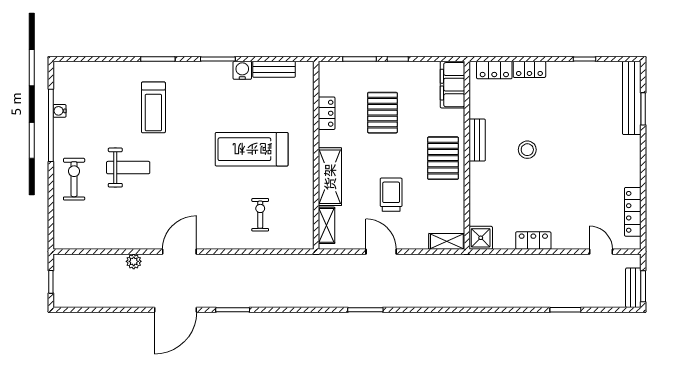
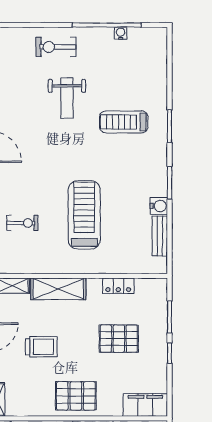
exercise bike: (74, 179) -> (56, 47), turned 180

